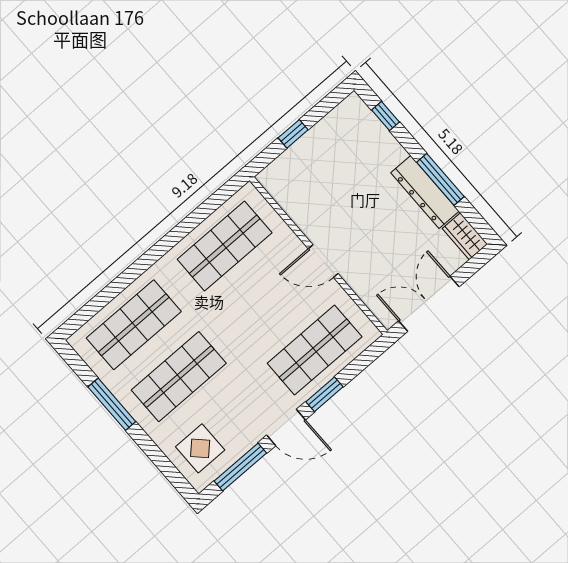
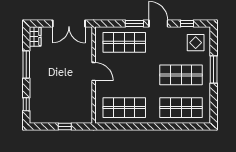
dresser: (425, 192) -> (36, 65), removed
window: (112, 404) -> (214, 69), moved
window: (240, 467) -> (187, 23), width x0.46

